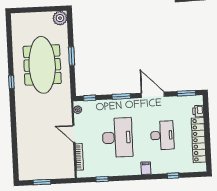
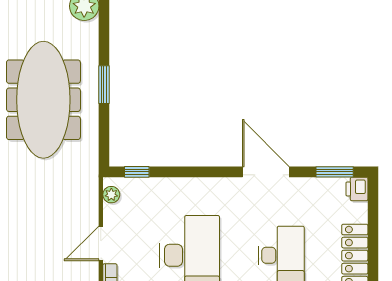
window: (121, 96) -> (202, 172), removed
printer: (198, 111) -> (357, 189), moved
door: (74, 134) -> (101, 243), hinge flipped

